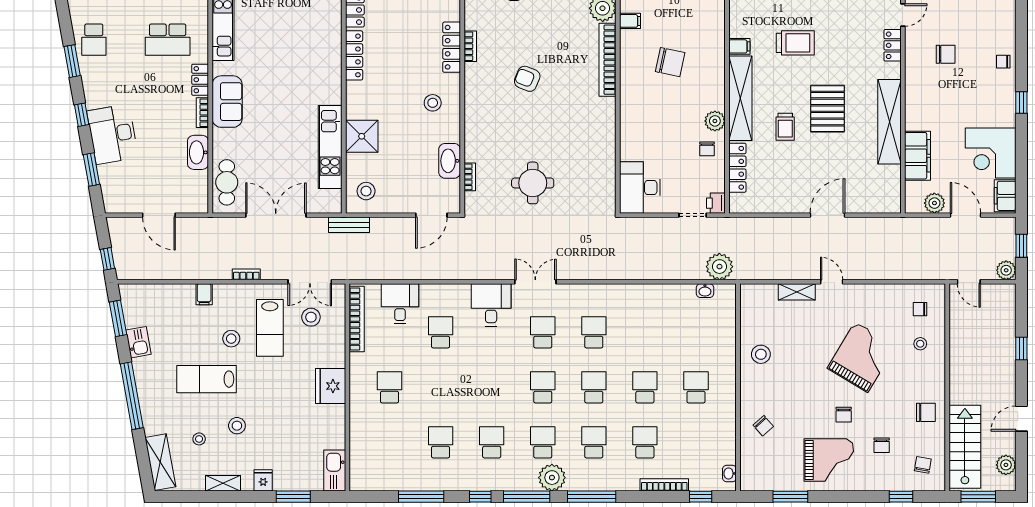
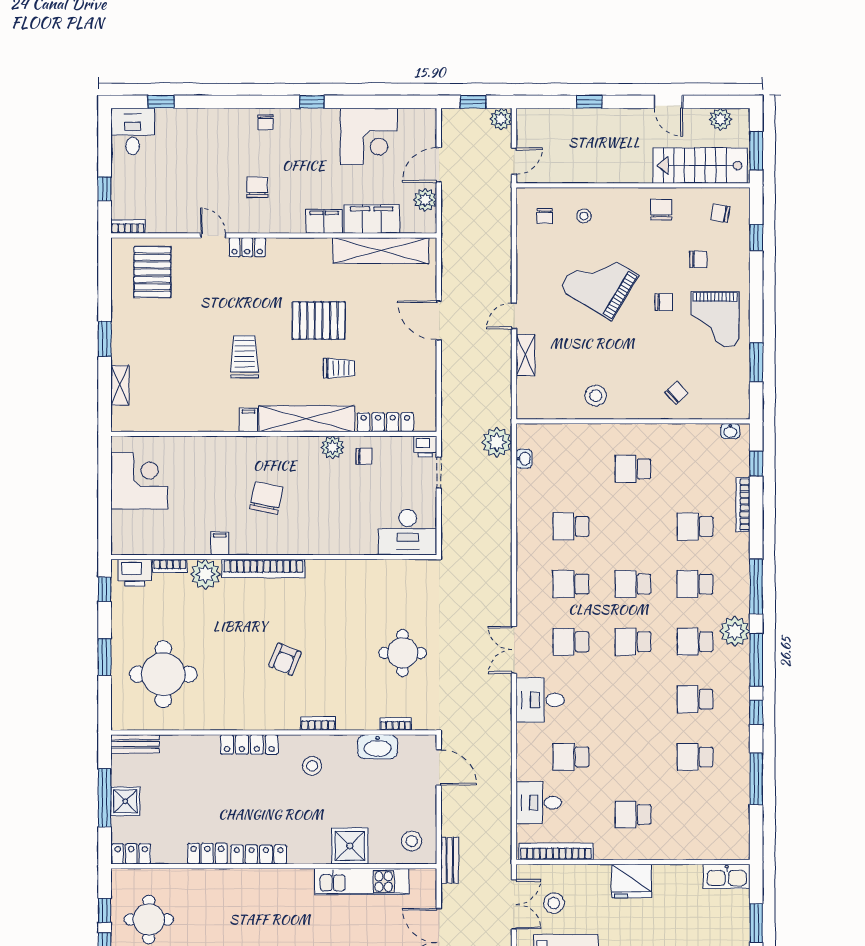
bookcase: (470, 46) -> (318, 724), moved
shelving: (889, 122) -> (381, 251), moved
filing cabinet: (1005, 196) -> (324, 221), moved, turned 180
school desk: (645, 387) -> (571, 526), moved
grand piano: (829, 460) -> (715, 319), turned 180

